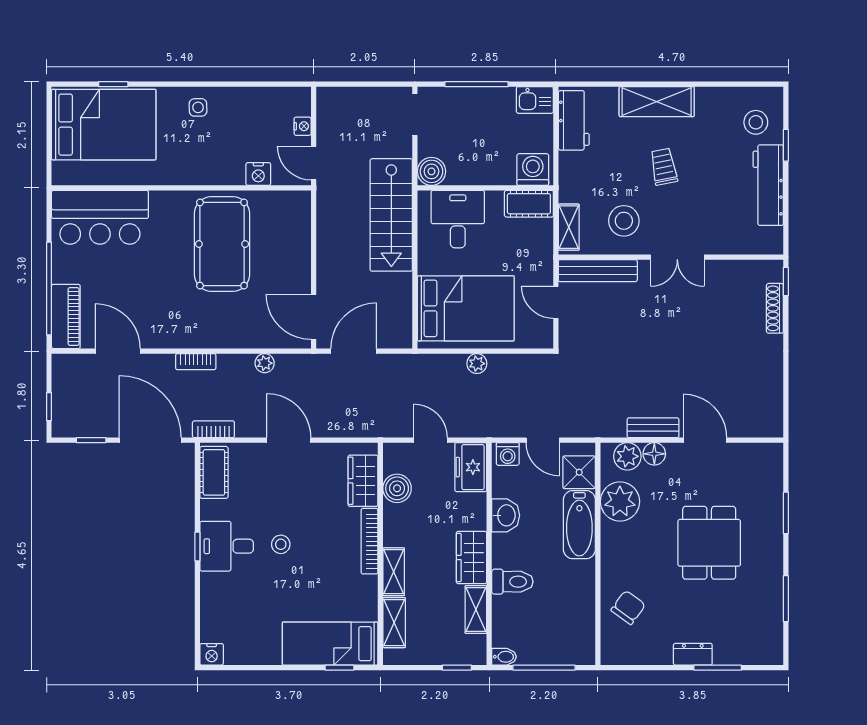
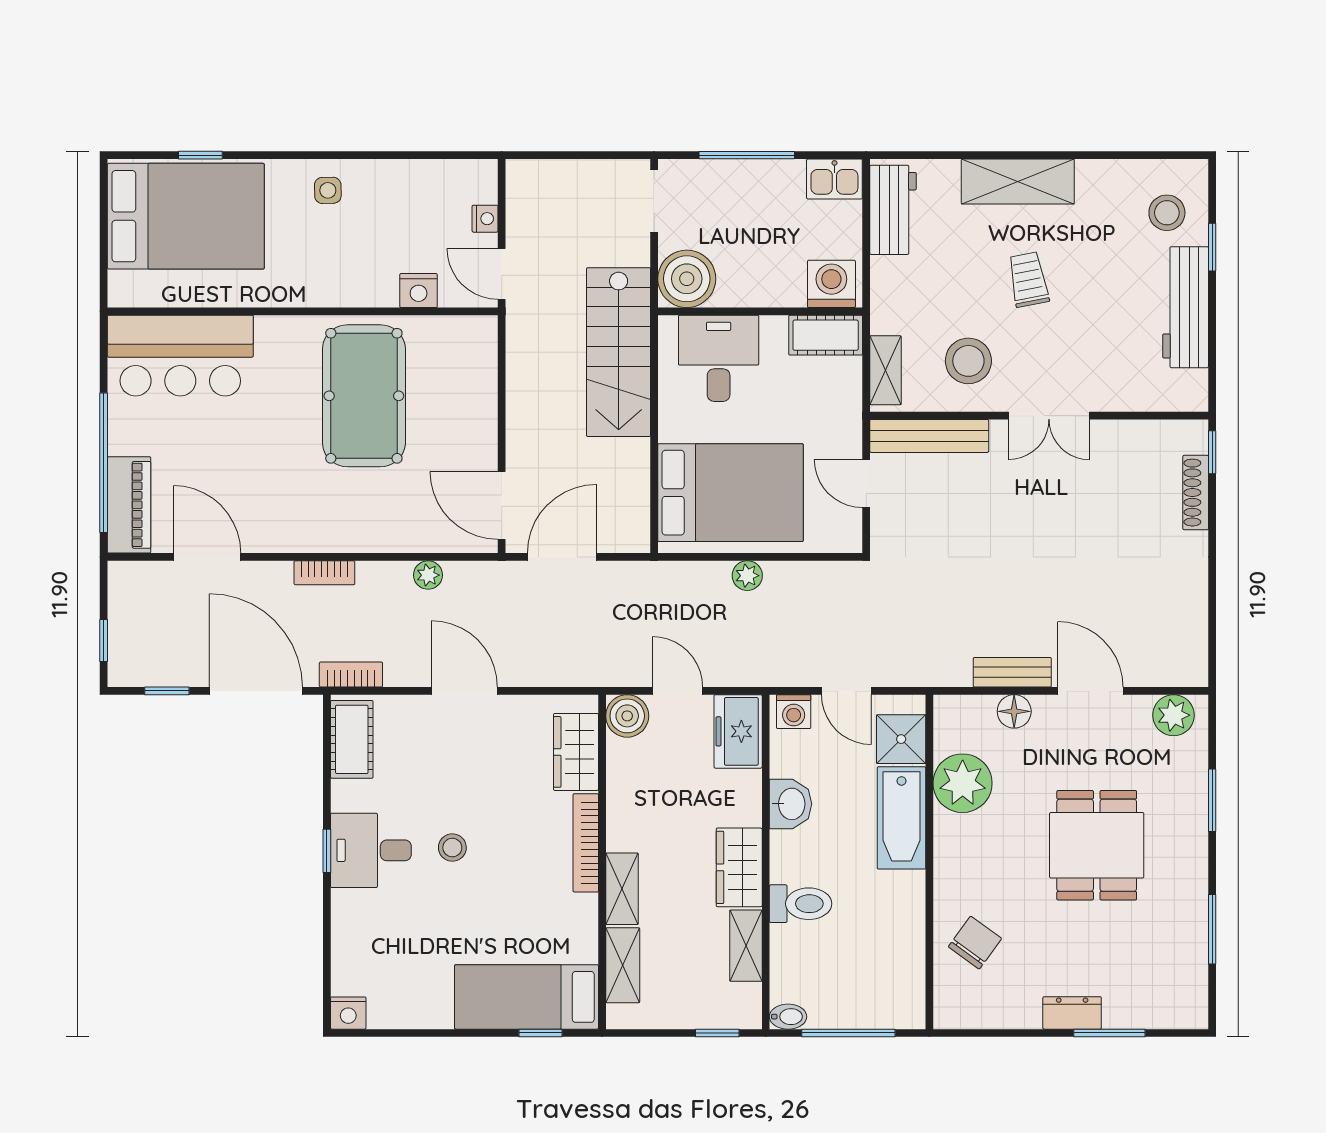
boiler: (431, 171) -> (687, 279), width x1.37, depth x1.37
plant: (627, 456) -> (1173, 715), moved
boiler: (397, 488) -> (627, 716), moved

